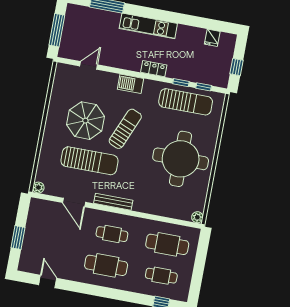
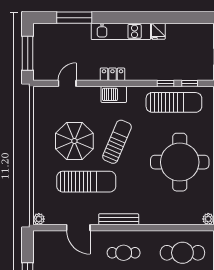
fridge: (212, 38) -> (158, 31), moved
locker: (154, 69) -> (112, 74), moved

